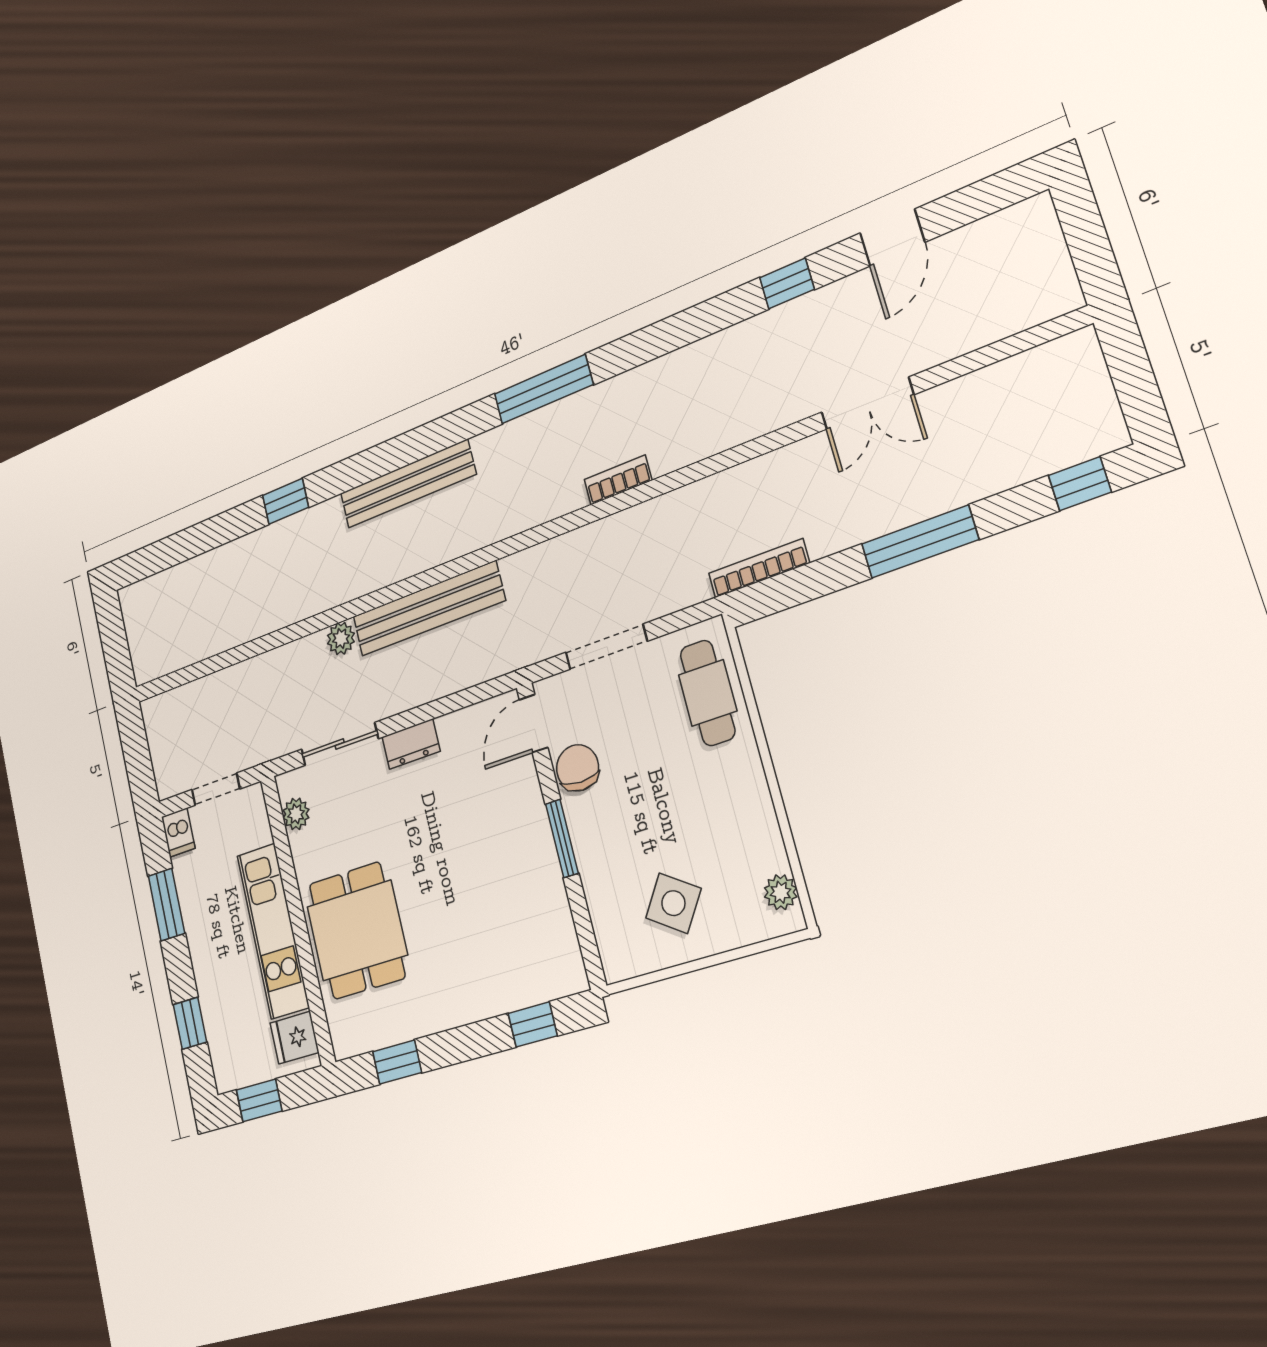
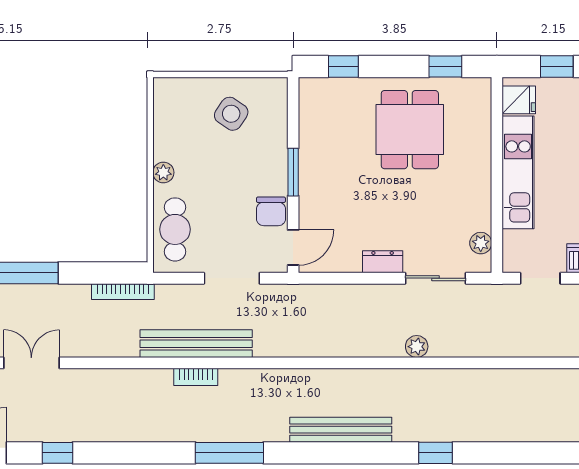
bench: (428, 609) -> (196, 344), moved
plant: (781, 892) -> (163, 172), moved
dining table: (357, 931) -> (410, 130), moved

